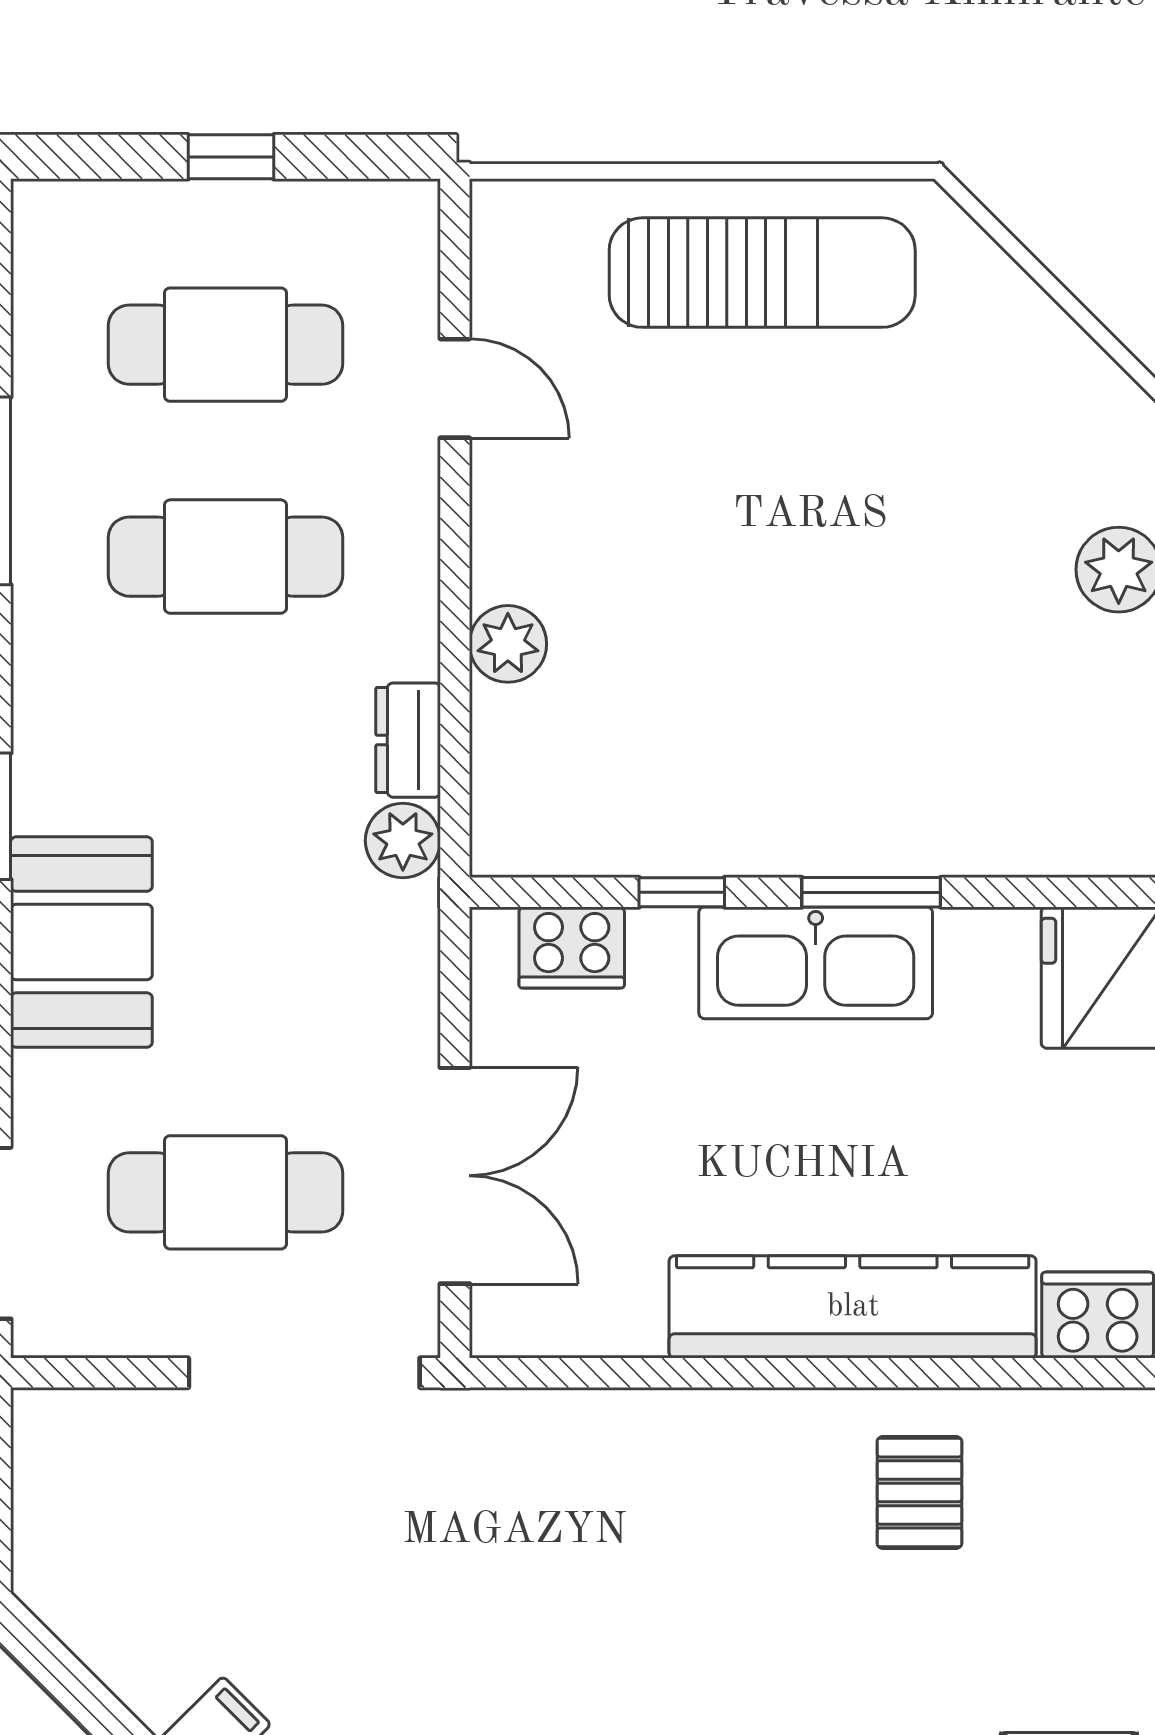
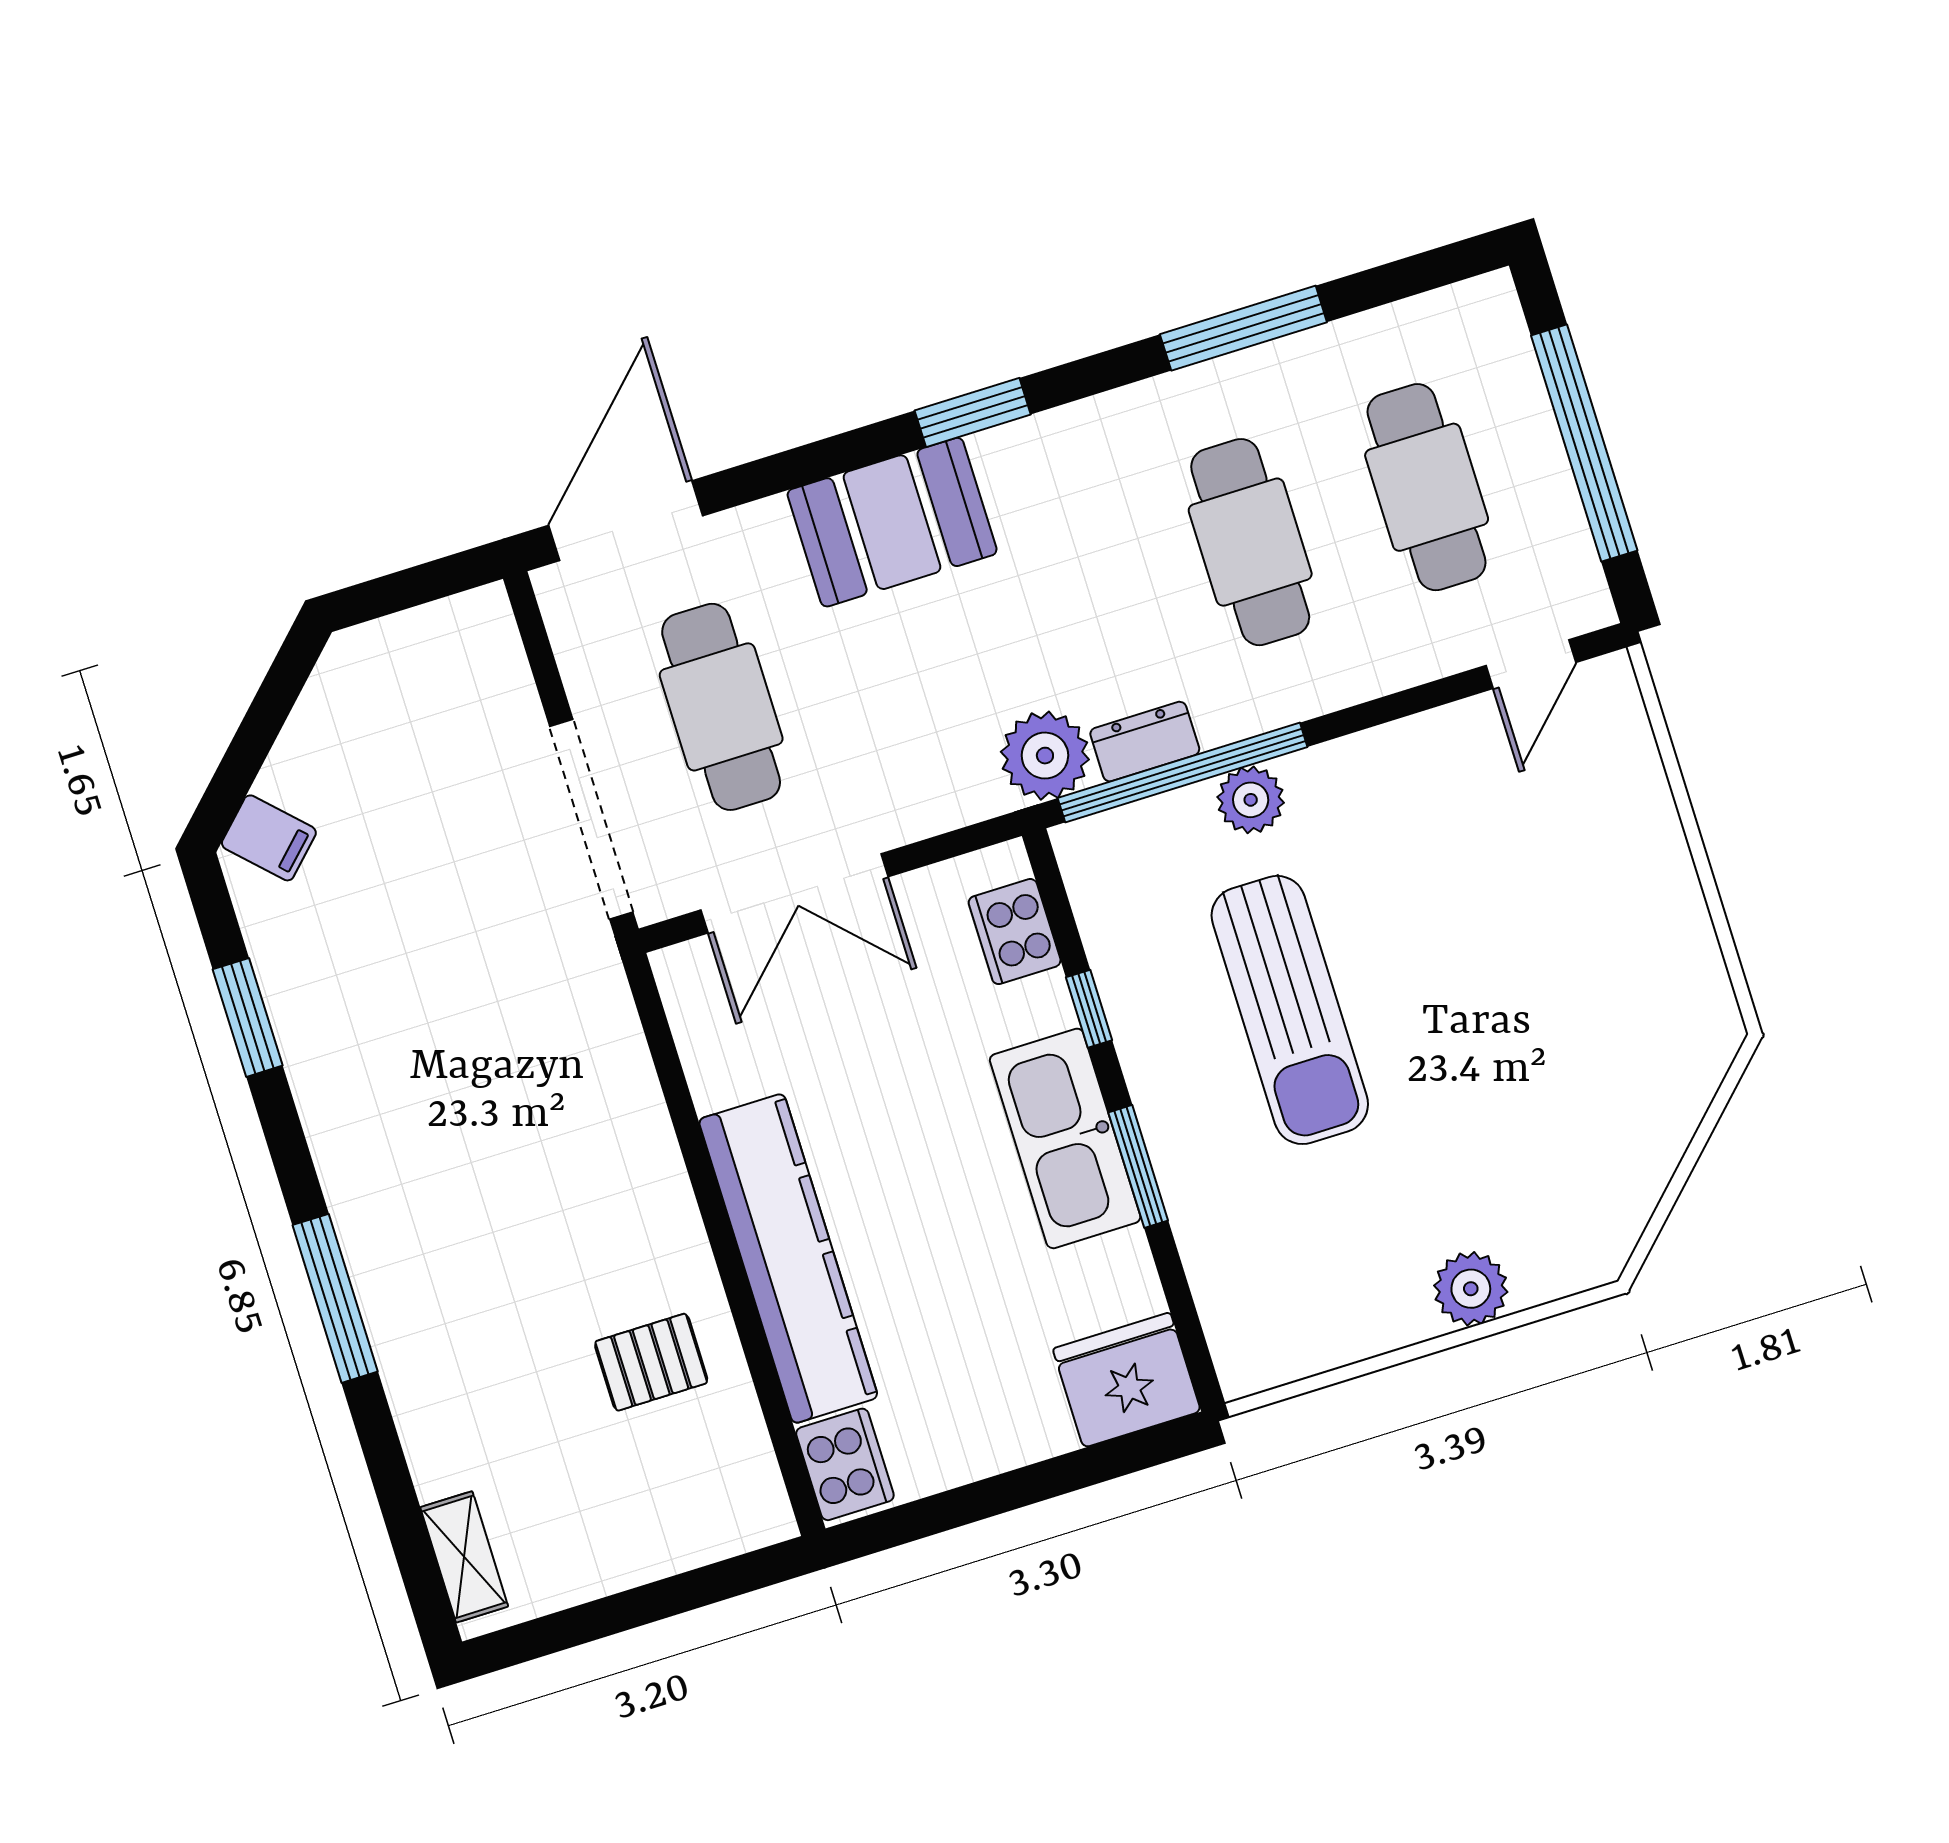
window: (231, 157) -> (1584, 443), width x3.17
sun lounger: (762, 273) -> (1290, 1010), moved
door: (455, 388) -> (1531, 664), moved
window: (455, 709) -> (1183, 773), added
plant: (403, 841) -> (1045, 756), width x1.36, depth x1.36

